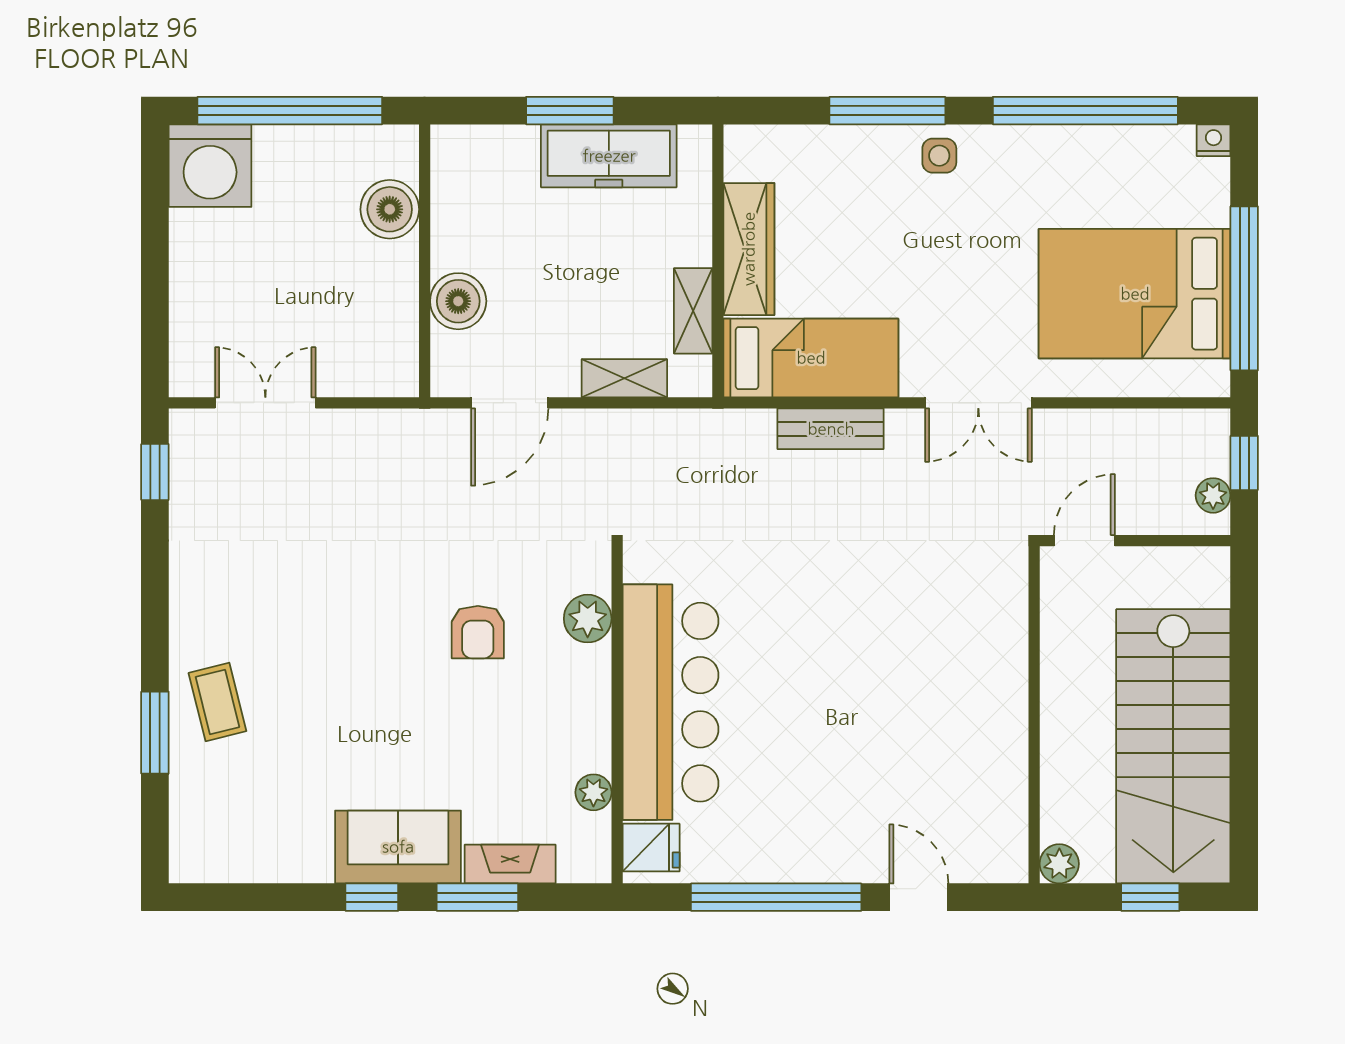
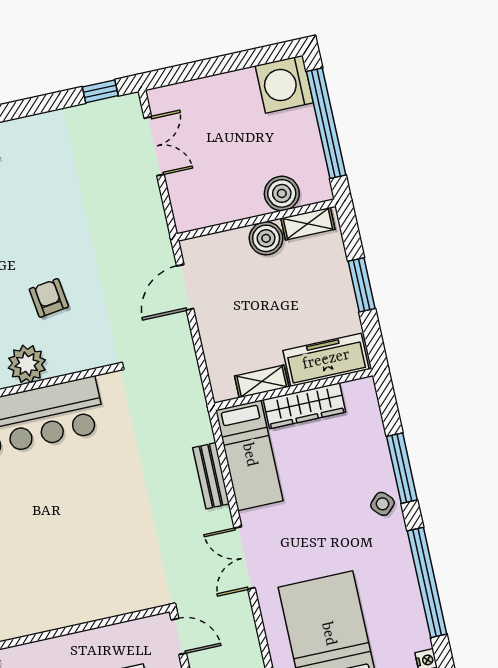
freezer: (609, 156) -> (326, 360), moved, turned 90
side table: (939, 156) -> (382, 504), turned 45
boiler: (458, 301) -> (266, 238), moved
shelving: (624, 378) -> (308, 224), moved, turned 90
door: (510, 403) -> (185, 287), hinge flipped
plant: (588, 619) -> (27, 364), moved, width x1.36, depth x1.36
armchair: (478, 632) -> (49, 298), turned 82

